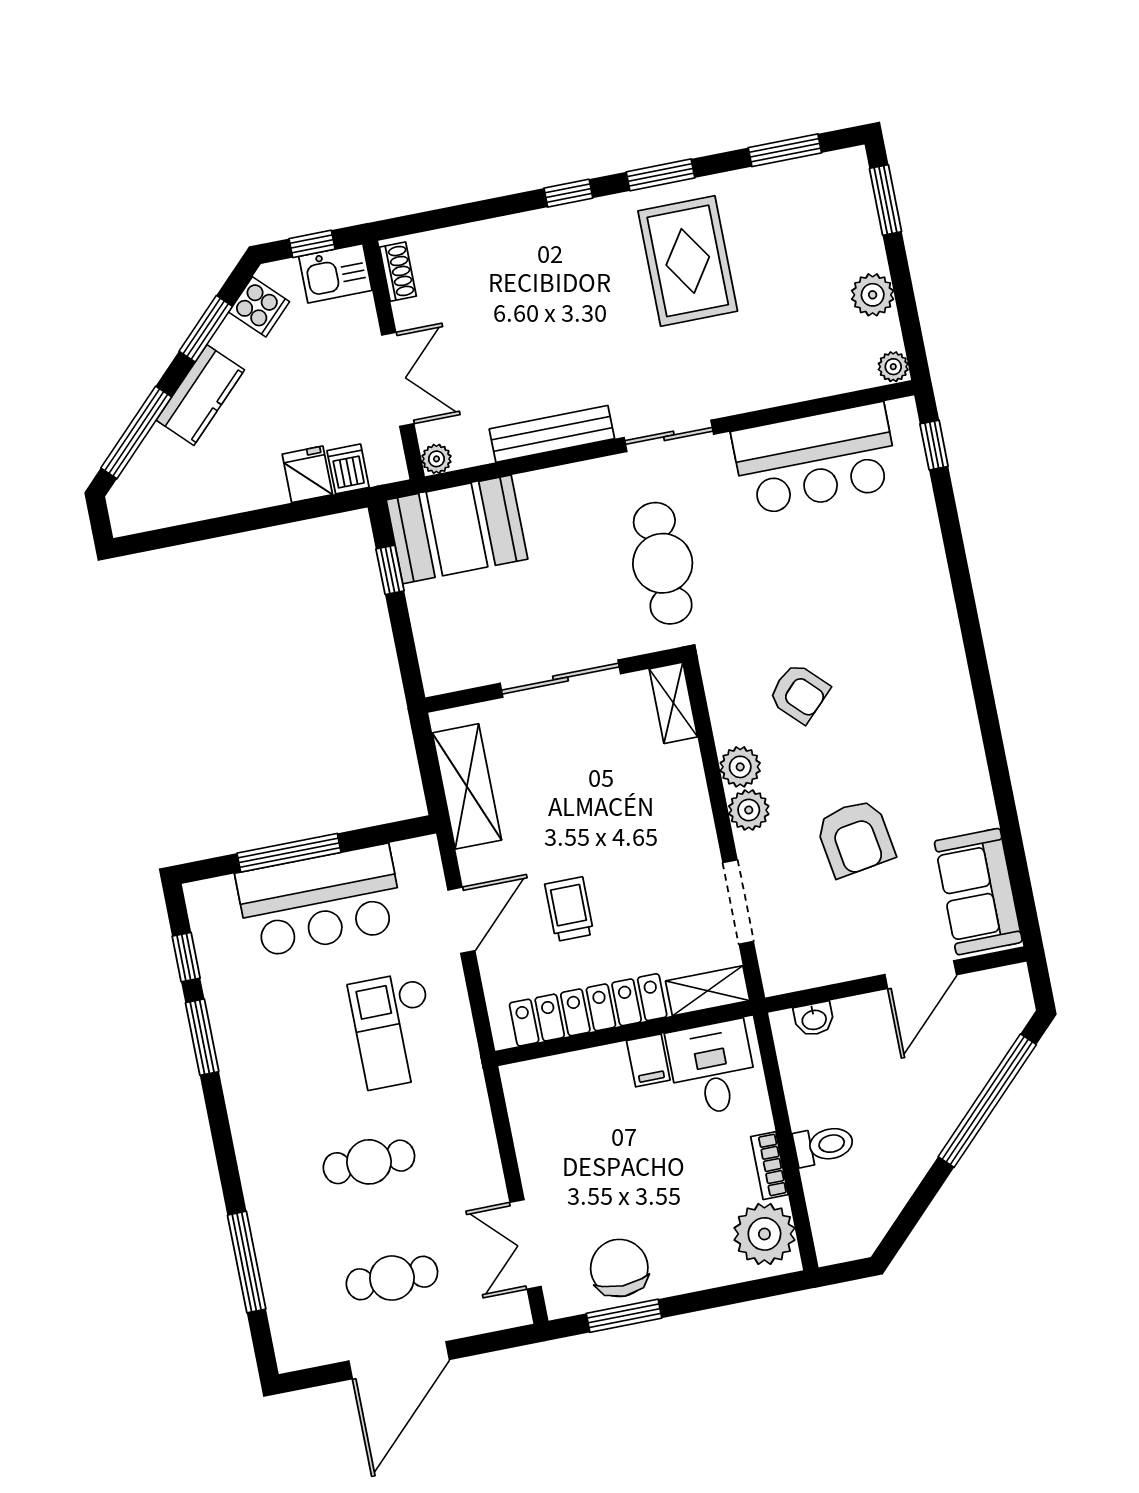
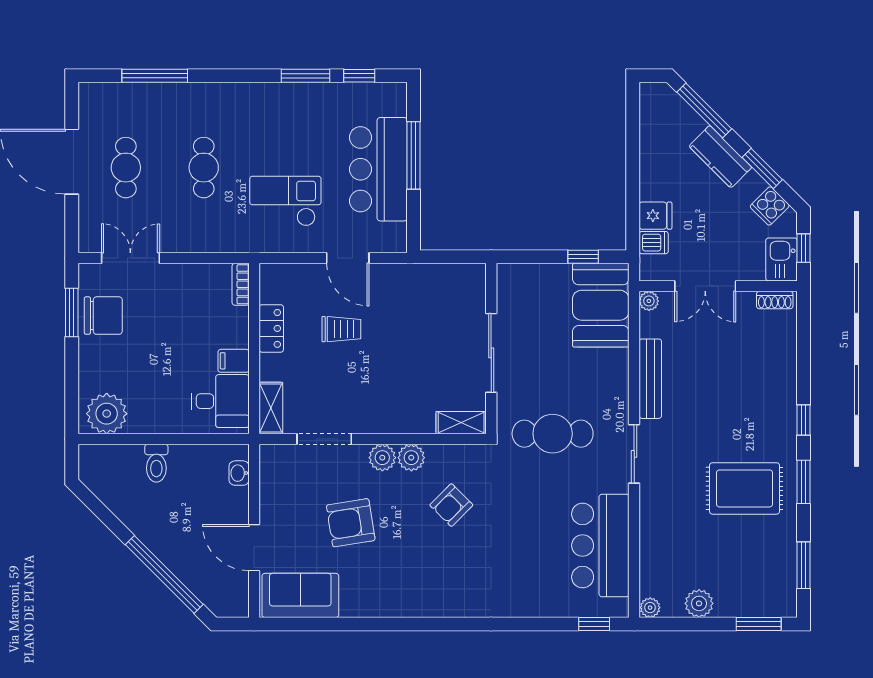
shelving: (467, 786) -> (434, 279), removed
locker: (588, 1010) -> (271, 328), width x0.46, depth x0.83
bookcase: (769, 1166) -> (241, 284), moved, turned -90

